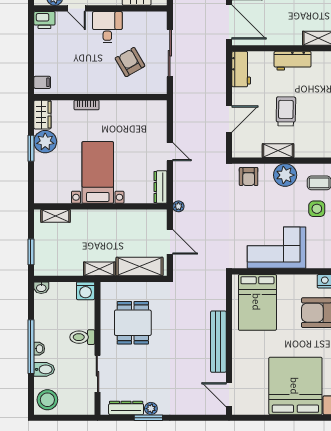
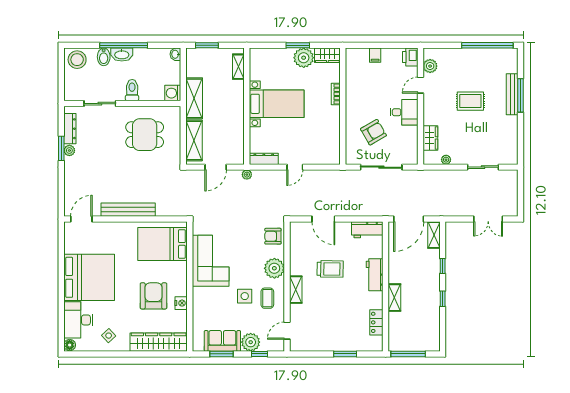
filing cabinet: (42, 82) -> (375, 55), moved
shelving: (278, 151) -> (296, 290), moved
shelving: (99, 269) -> (194, 98), width x1.50, depth x1.33
washbasin: (39, 349) -> (122, 54), width x1.91, depth x1.45

